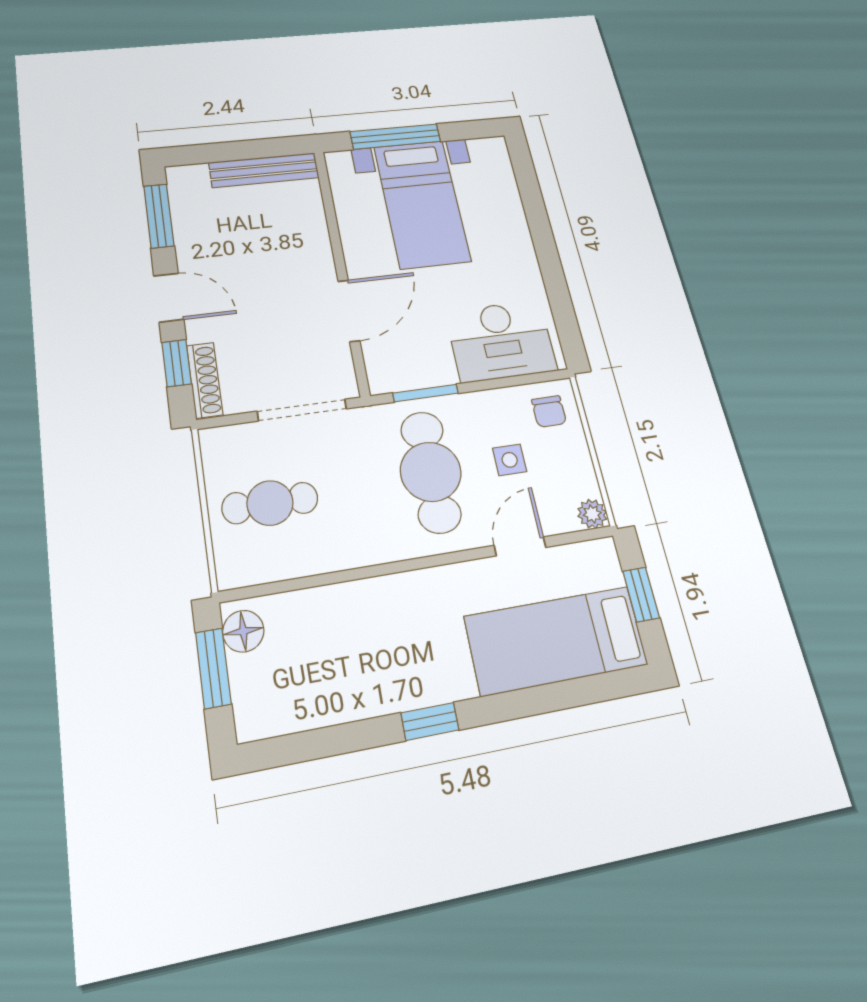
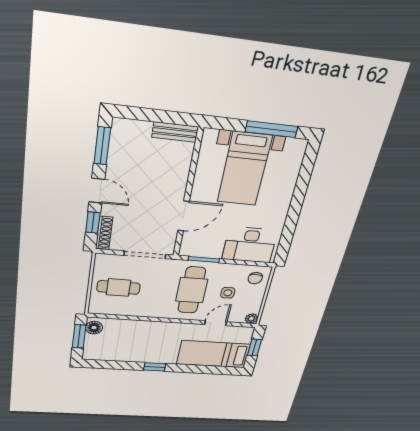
window: (395, 137) -> (272, 129), moved
bench: (264, 170) -> (175, 132), width x0.73

